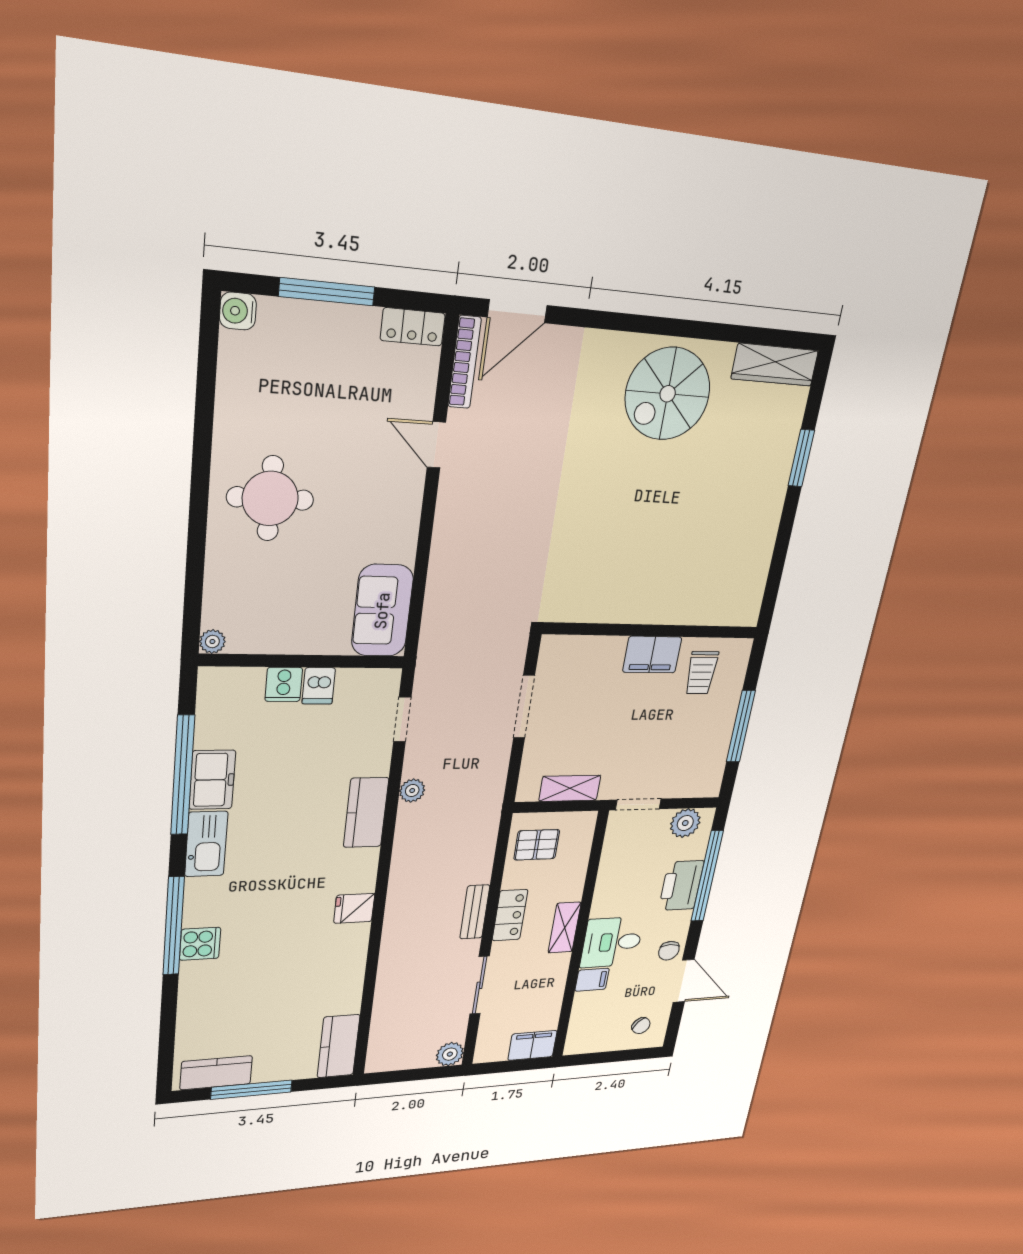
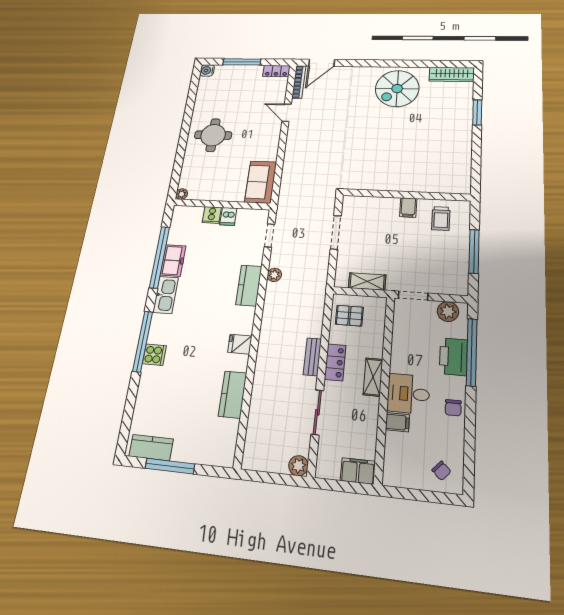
filing cabinet: (652, 655) -> (408, 207), width x0.50
door: (683, 981) -> (470, 436), removed
kitchen counter: (339, 1046) -> (233, 395), moved

